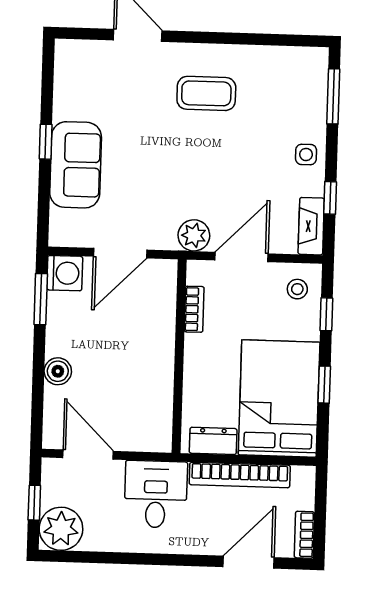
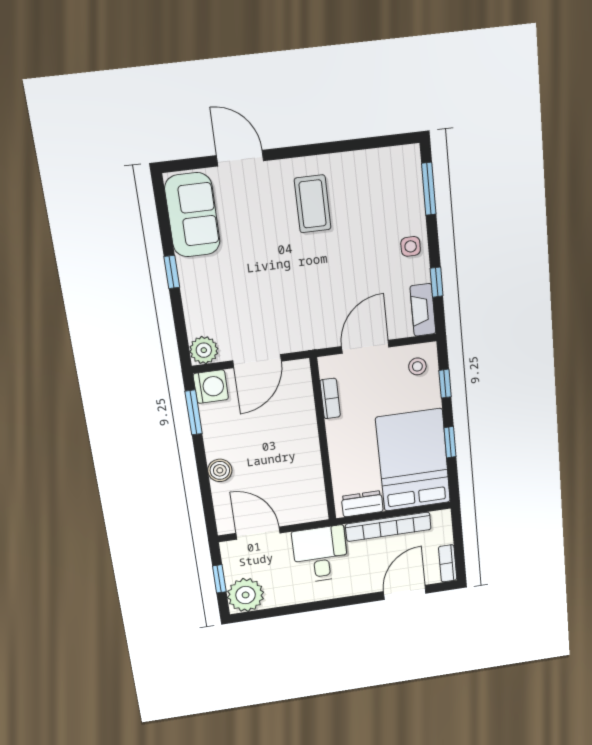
coffee table: (206, 93) -> (313, 204), turned 90
sofa: (76, 165) -> (192, 215), moved
plant: (194, 235) -> (204, 350), moved

